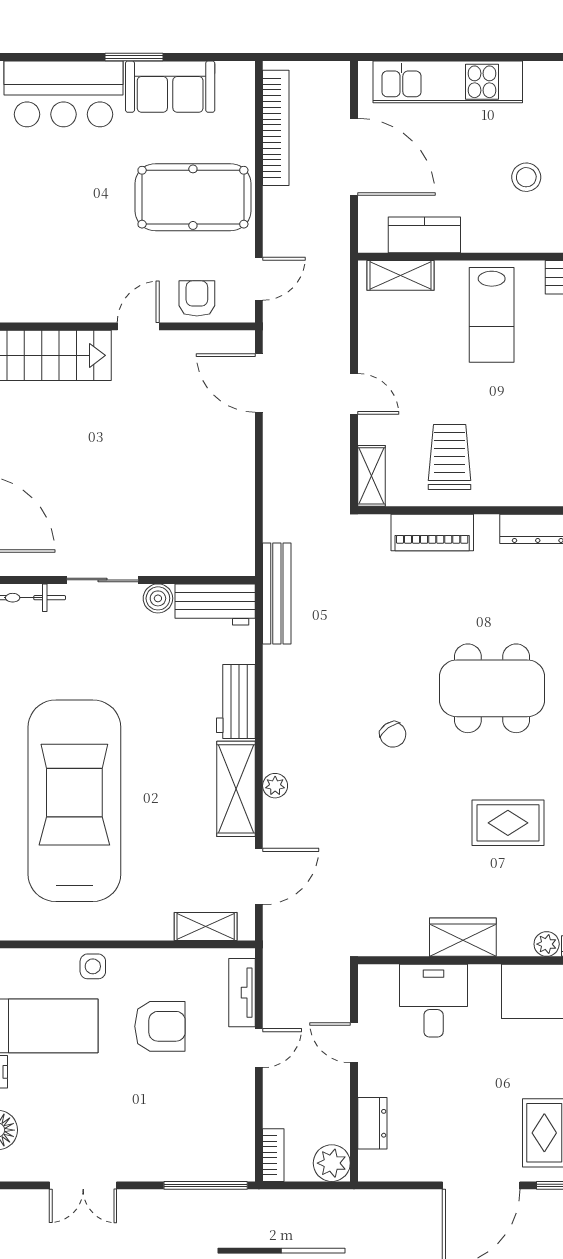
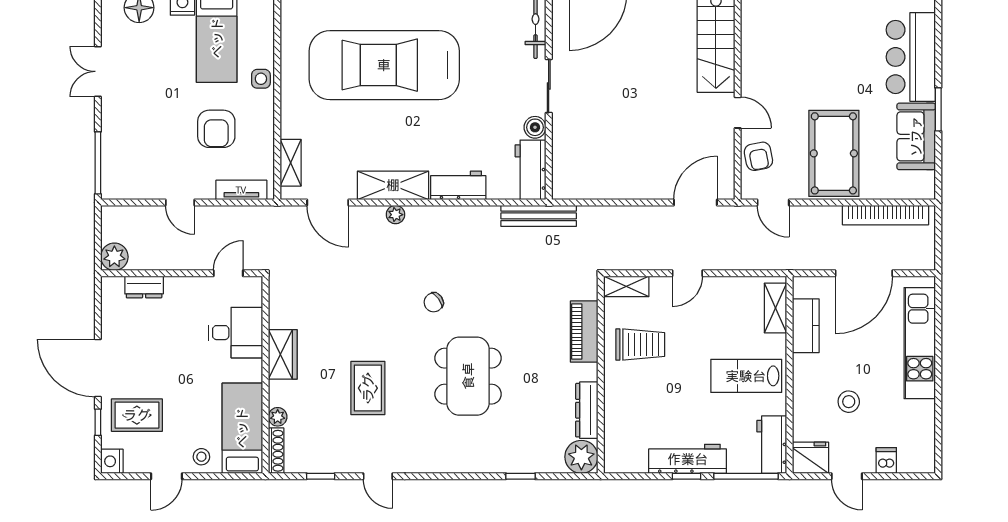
armchair: (197, 298) -> (758, 156), turned 79
car: (74, 801) -> (384, 65), turned 180
door: (354, 1043) -> (228, 273), moved
door: (259, 1048) -> (180, 202), moved
bookcase: (273, 1155) -> (120, 213), removed

